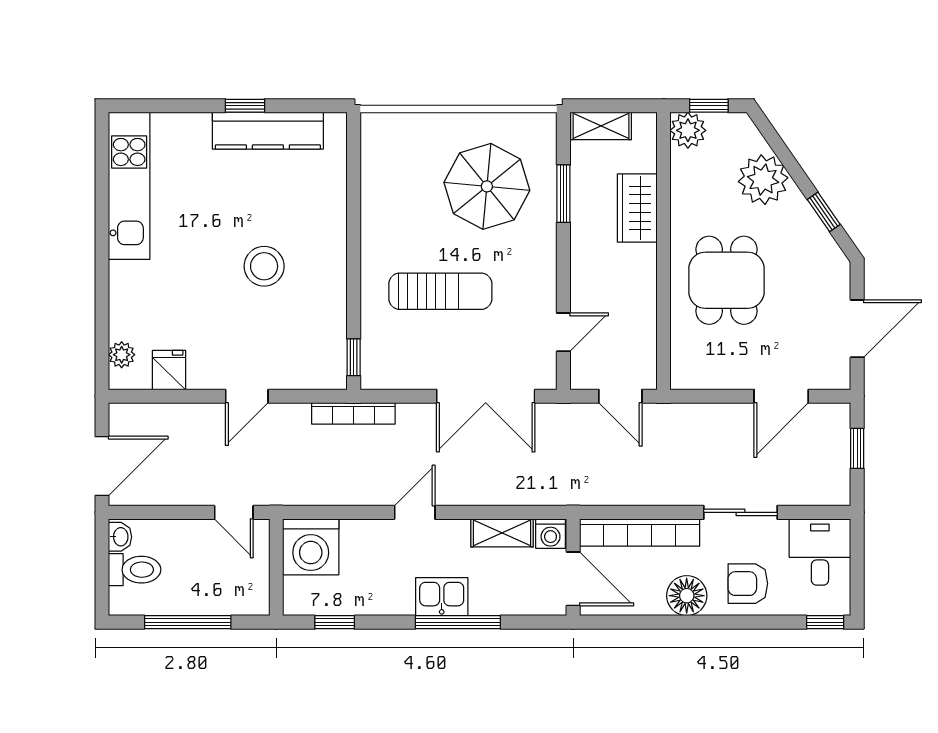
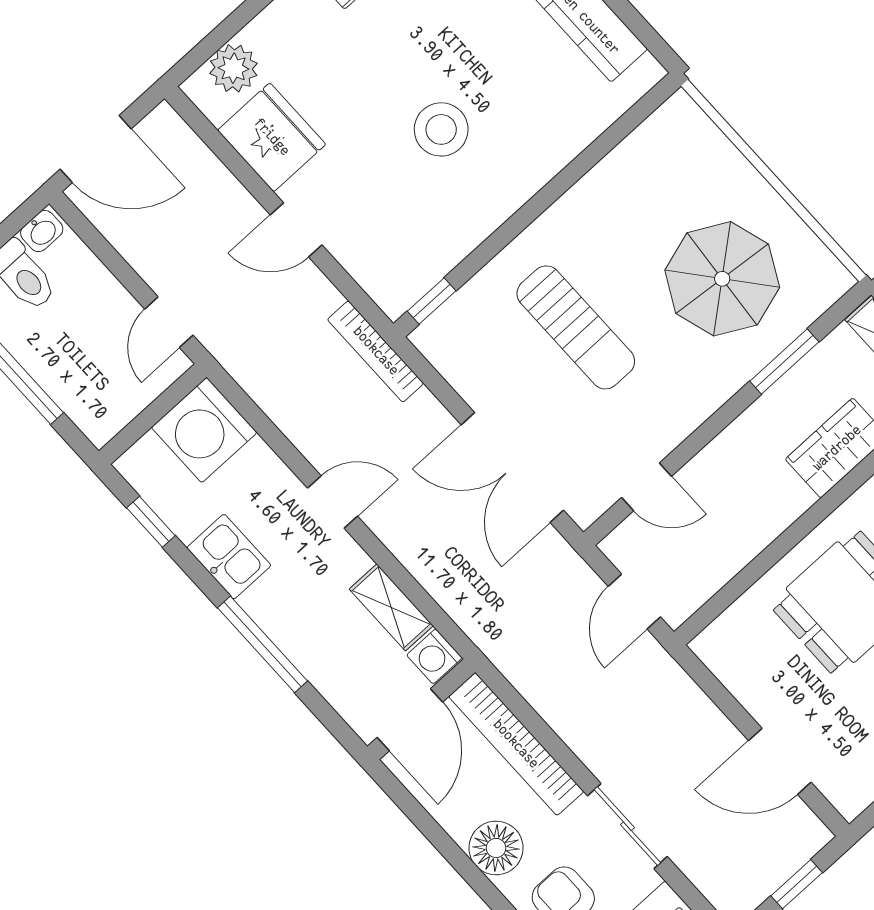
plant: (122, 355) -> (234, 68), width x1.38, depth x1.38
fridge: (169, 370) -> (272, 137), width x1.88, depth x1.34
kitchen sink: (442, 597) -> (229, 557), moved

